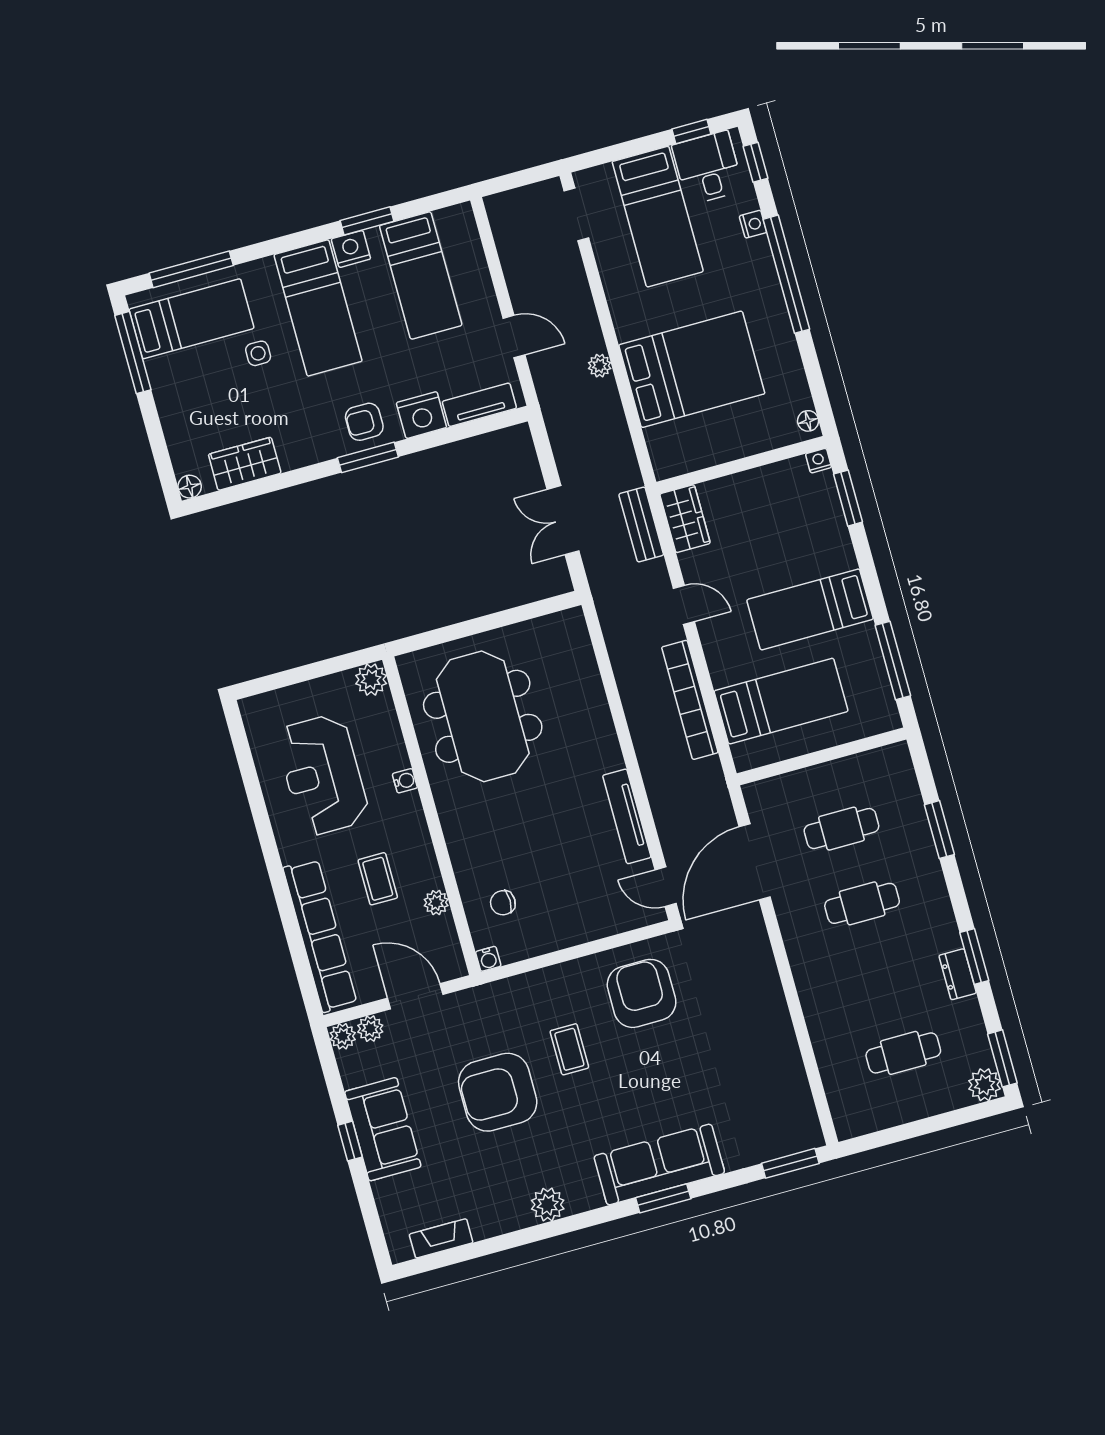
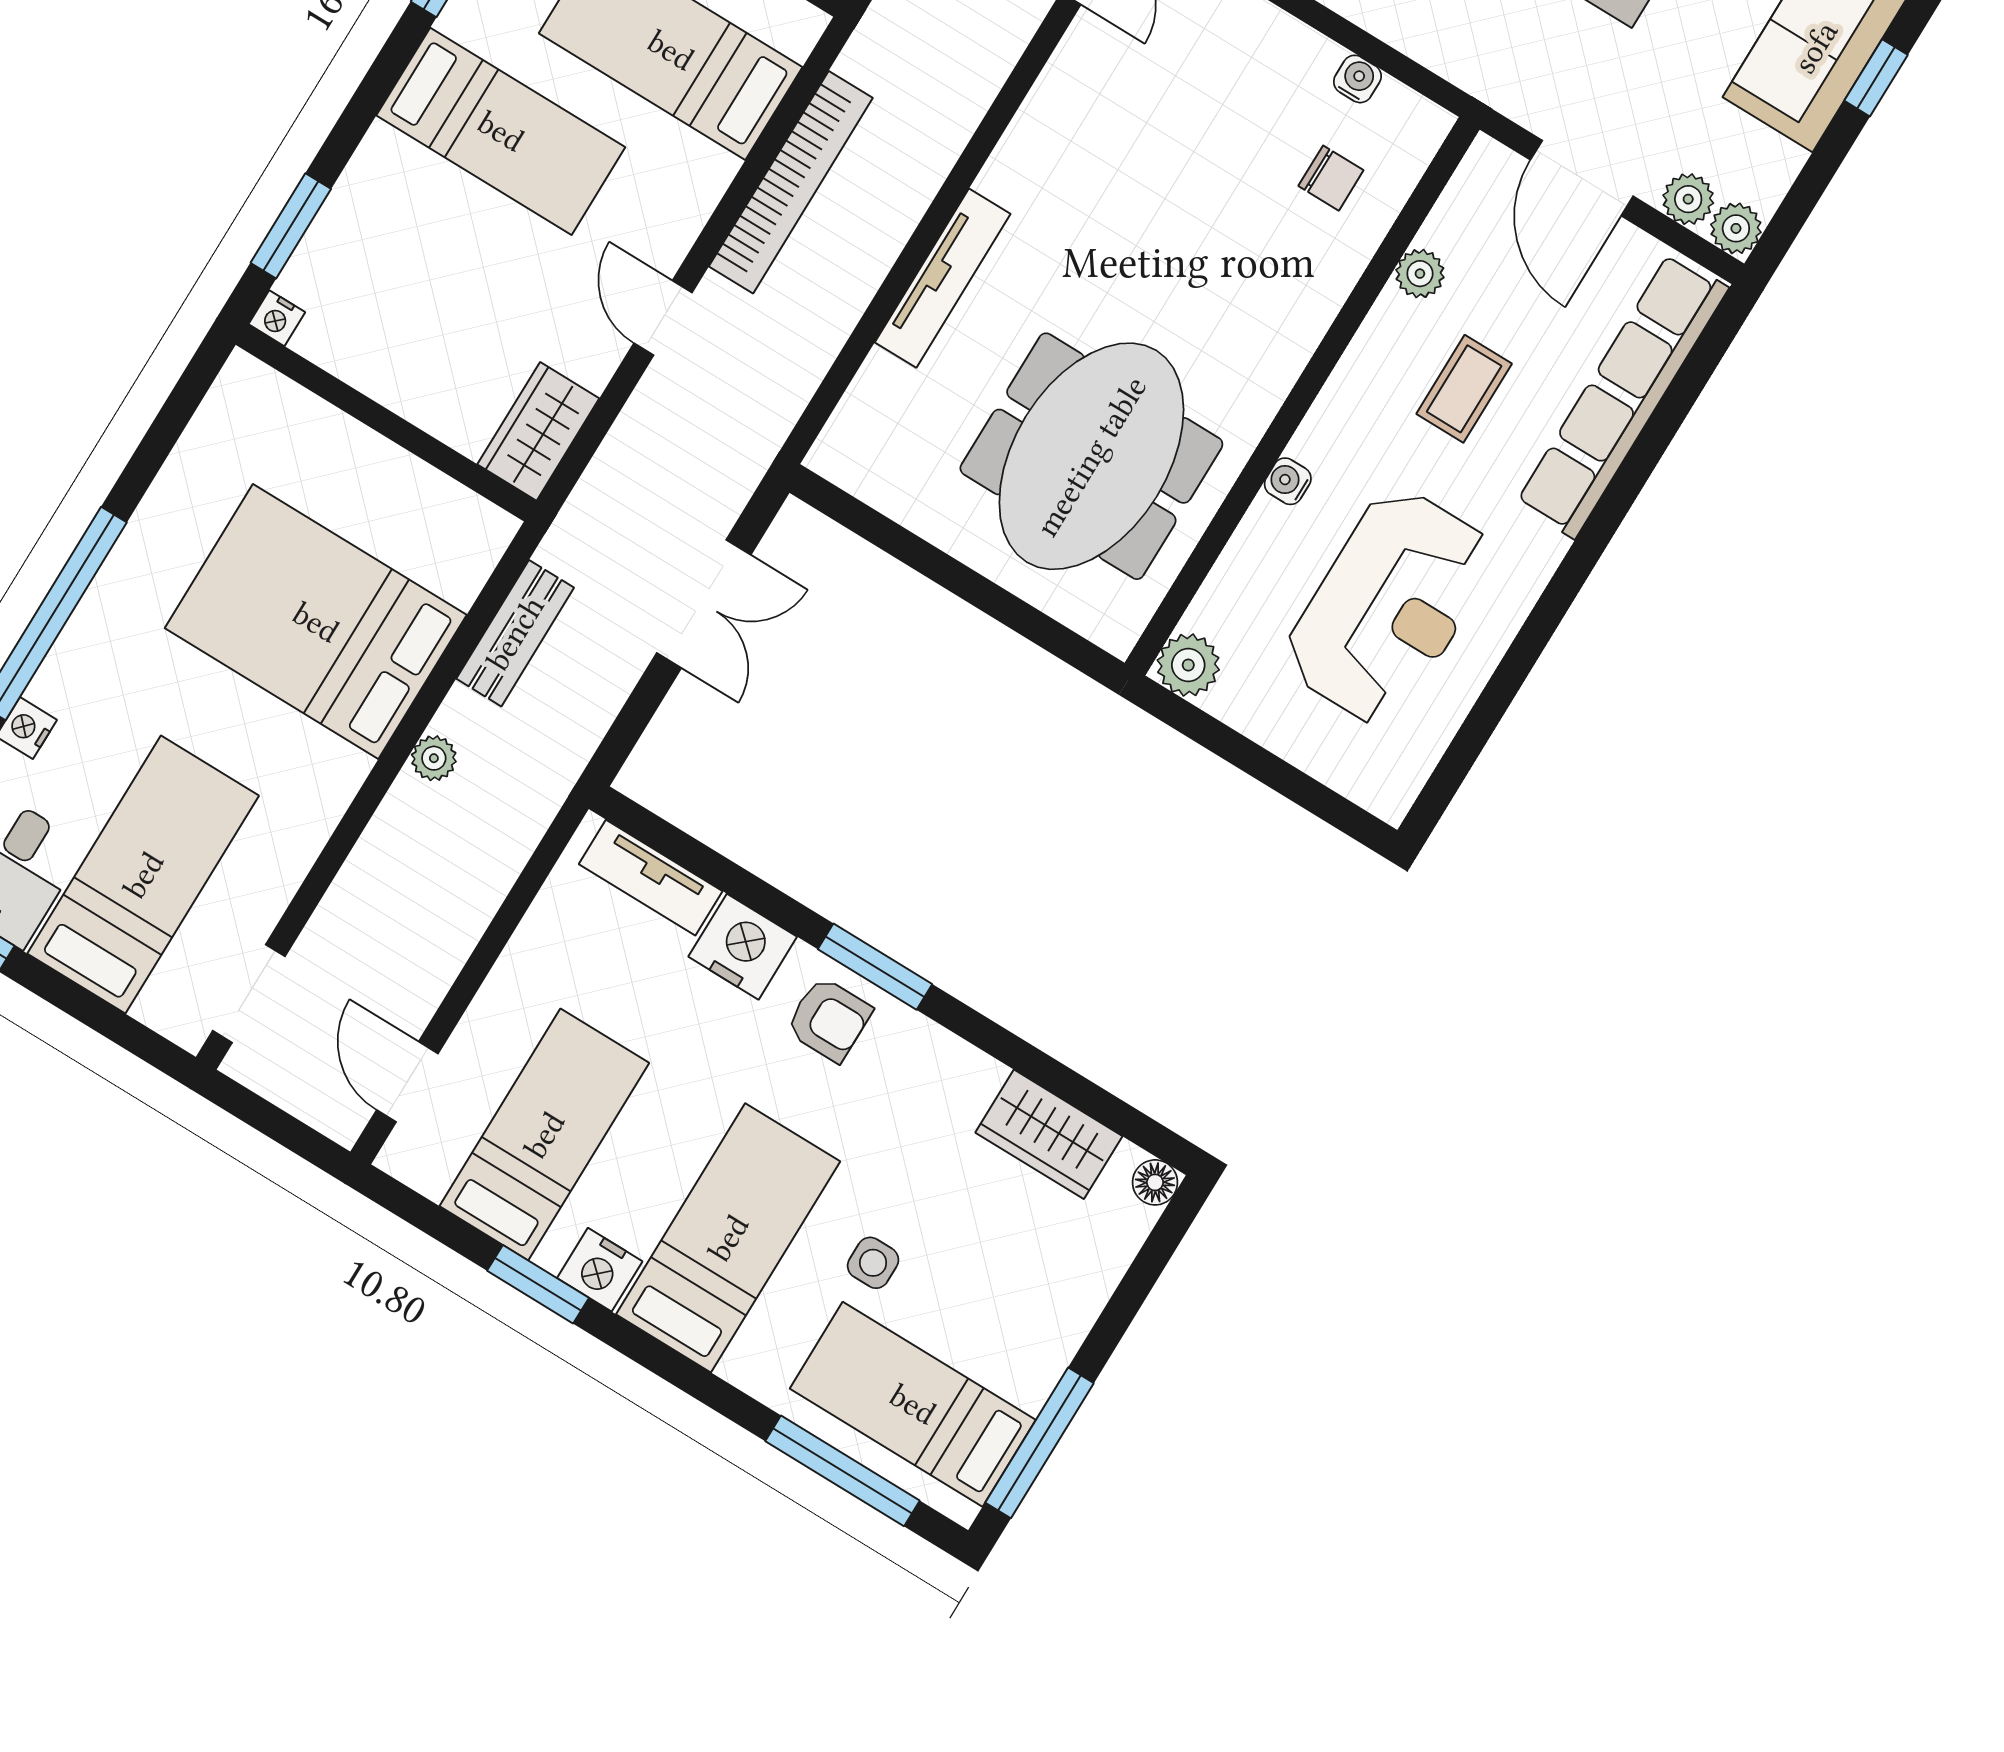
door: (514, 336) -> (407, 1082), moved
floor lamp: (808, 421) -> (234, 386), removed
bench: (641, 524) -> (515, 633), moved
tv unit: (627, 816) -> (943, 278), moved
water cooler: (488, 959) -> (1357, 79), moved

